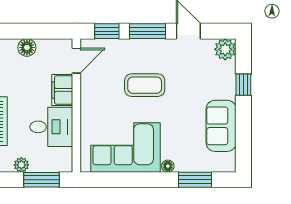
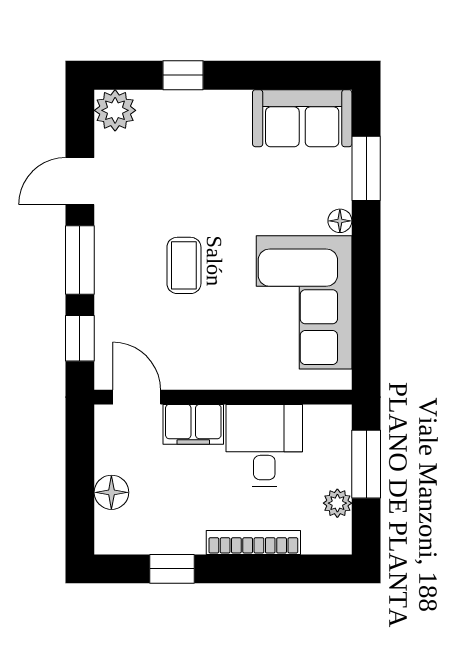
coffee table: (145, 85) -> (184, 265), width x0.73, depth x0.77
sofa: (221, 126) -> (302, 118), moved

